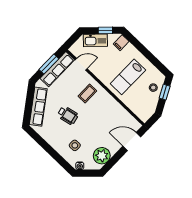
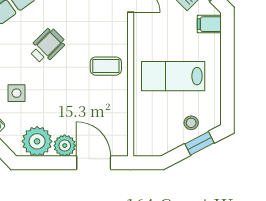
coffee table: (87, 93) -> (106, 66), moved
wheelchair: (68, 115) -> (47, 46), turned -123
plant: (114, 146) -> (65, 146), added

